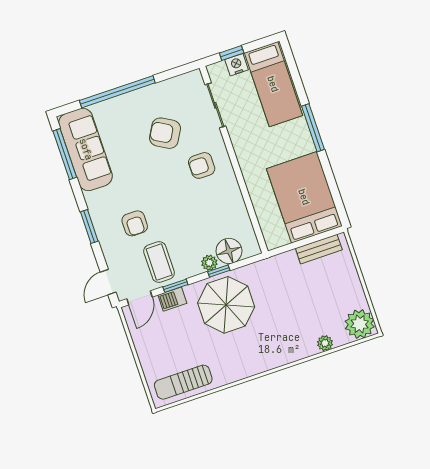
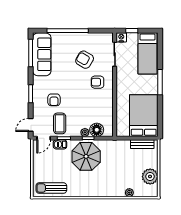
nightstand: (237, 65) -> (121, 37), moved
plant: (360, 324) -> (150, 176), moved

